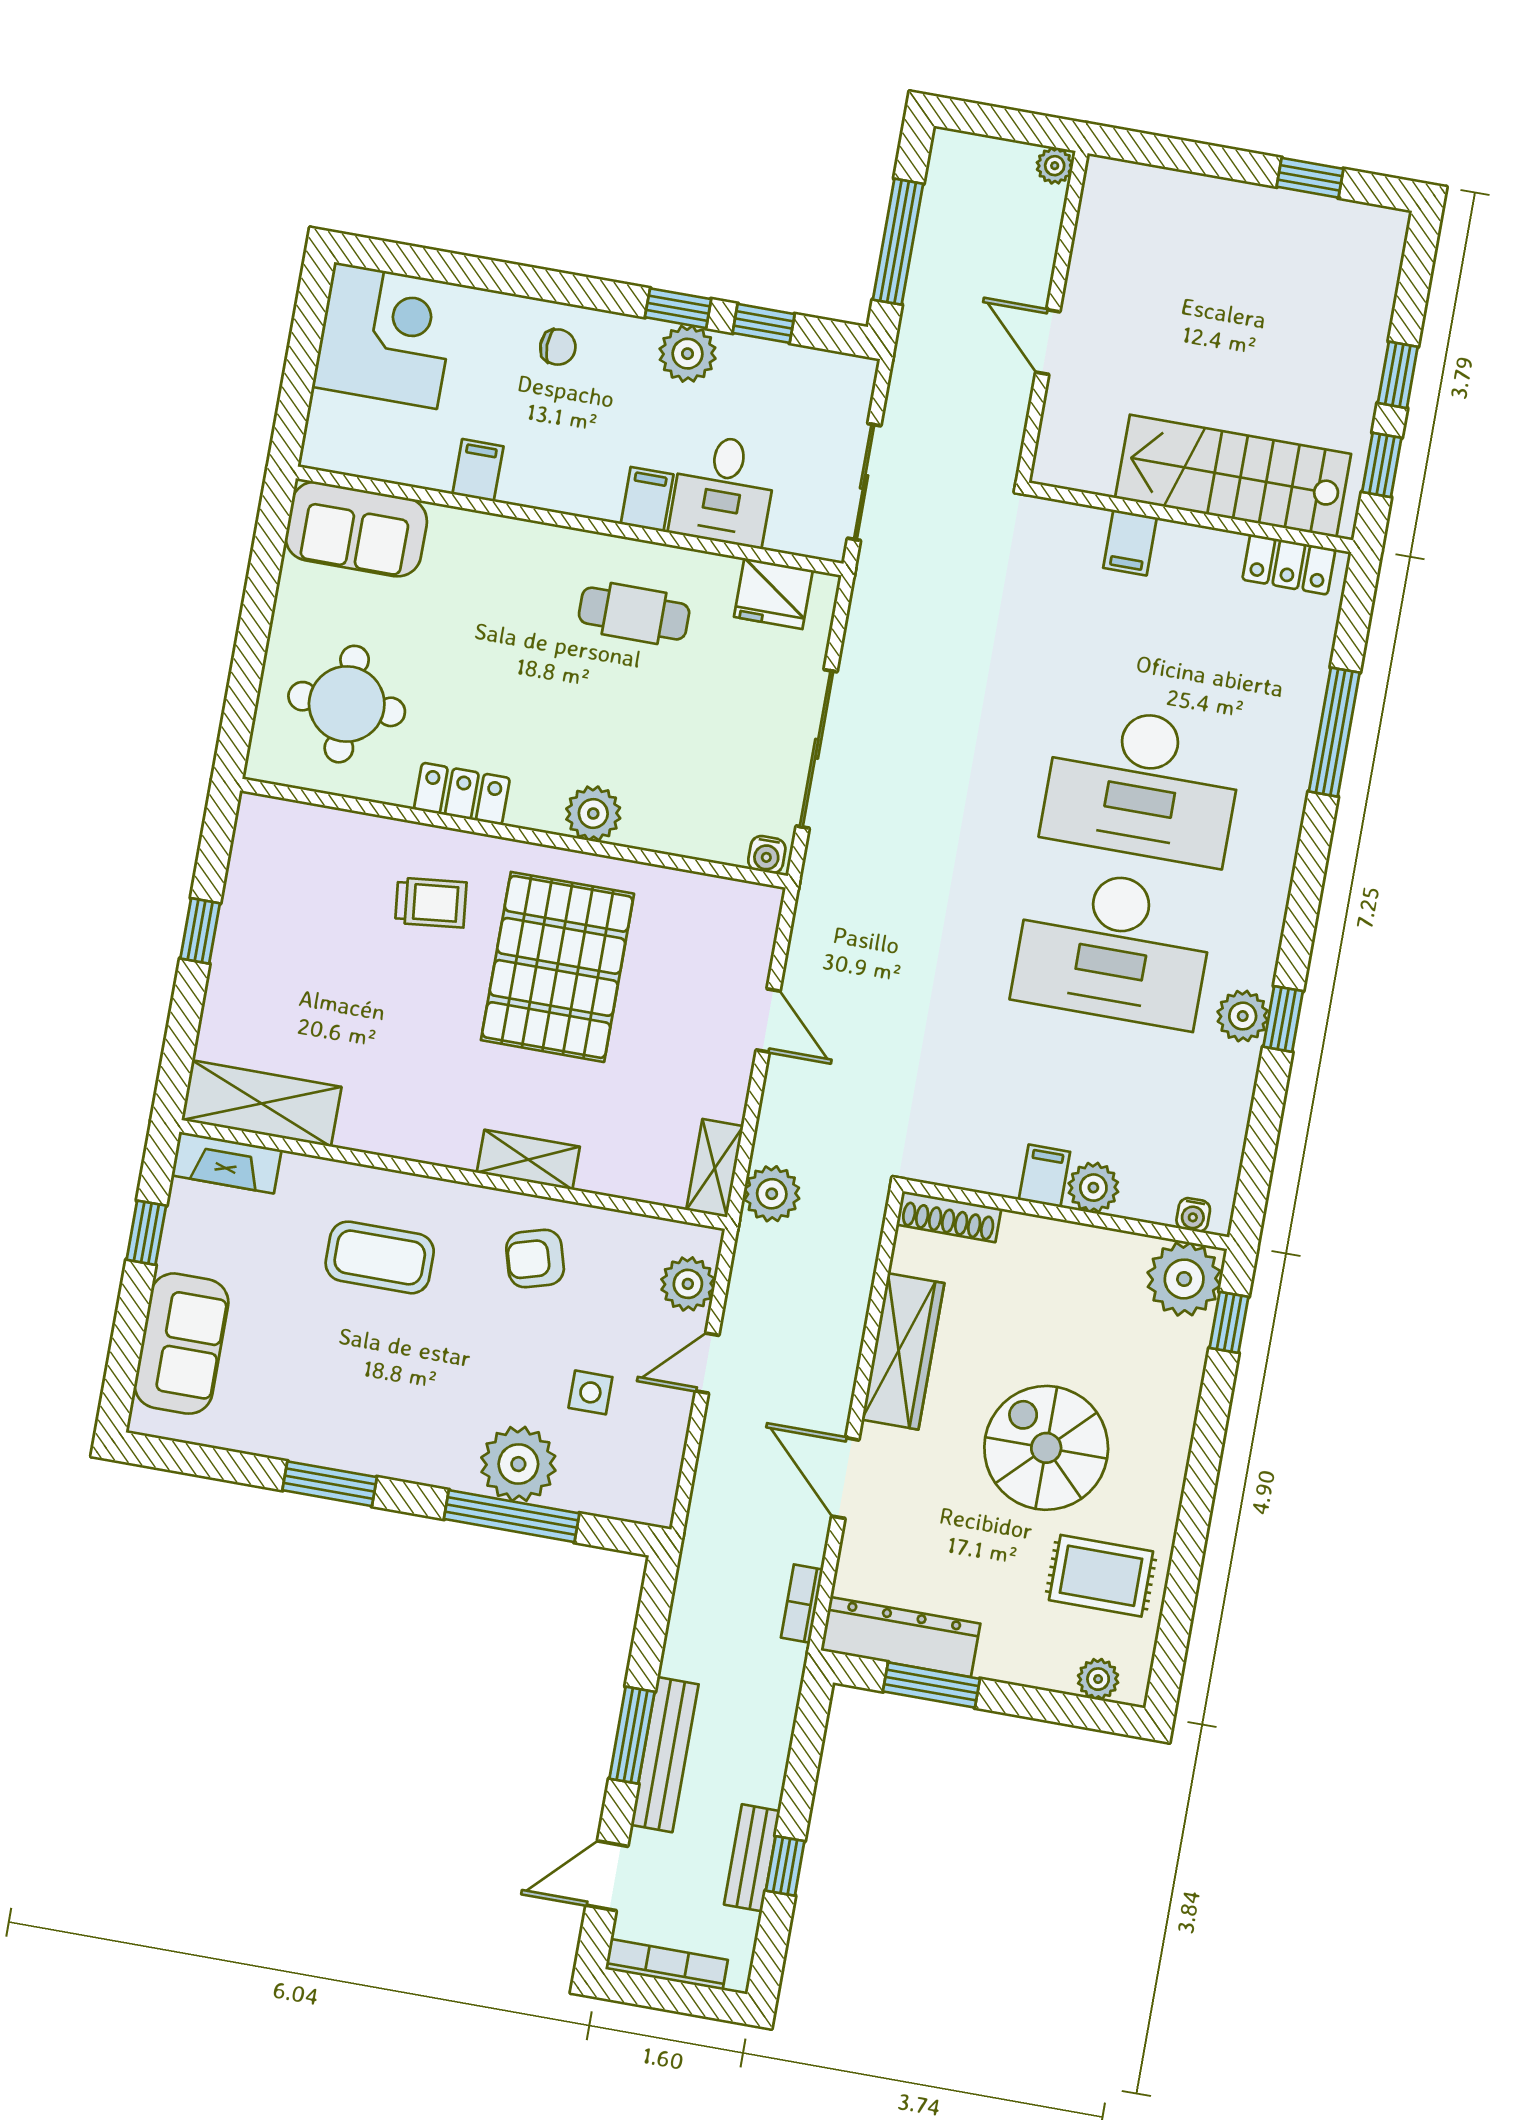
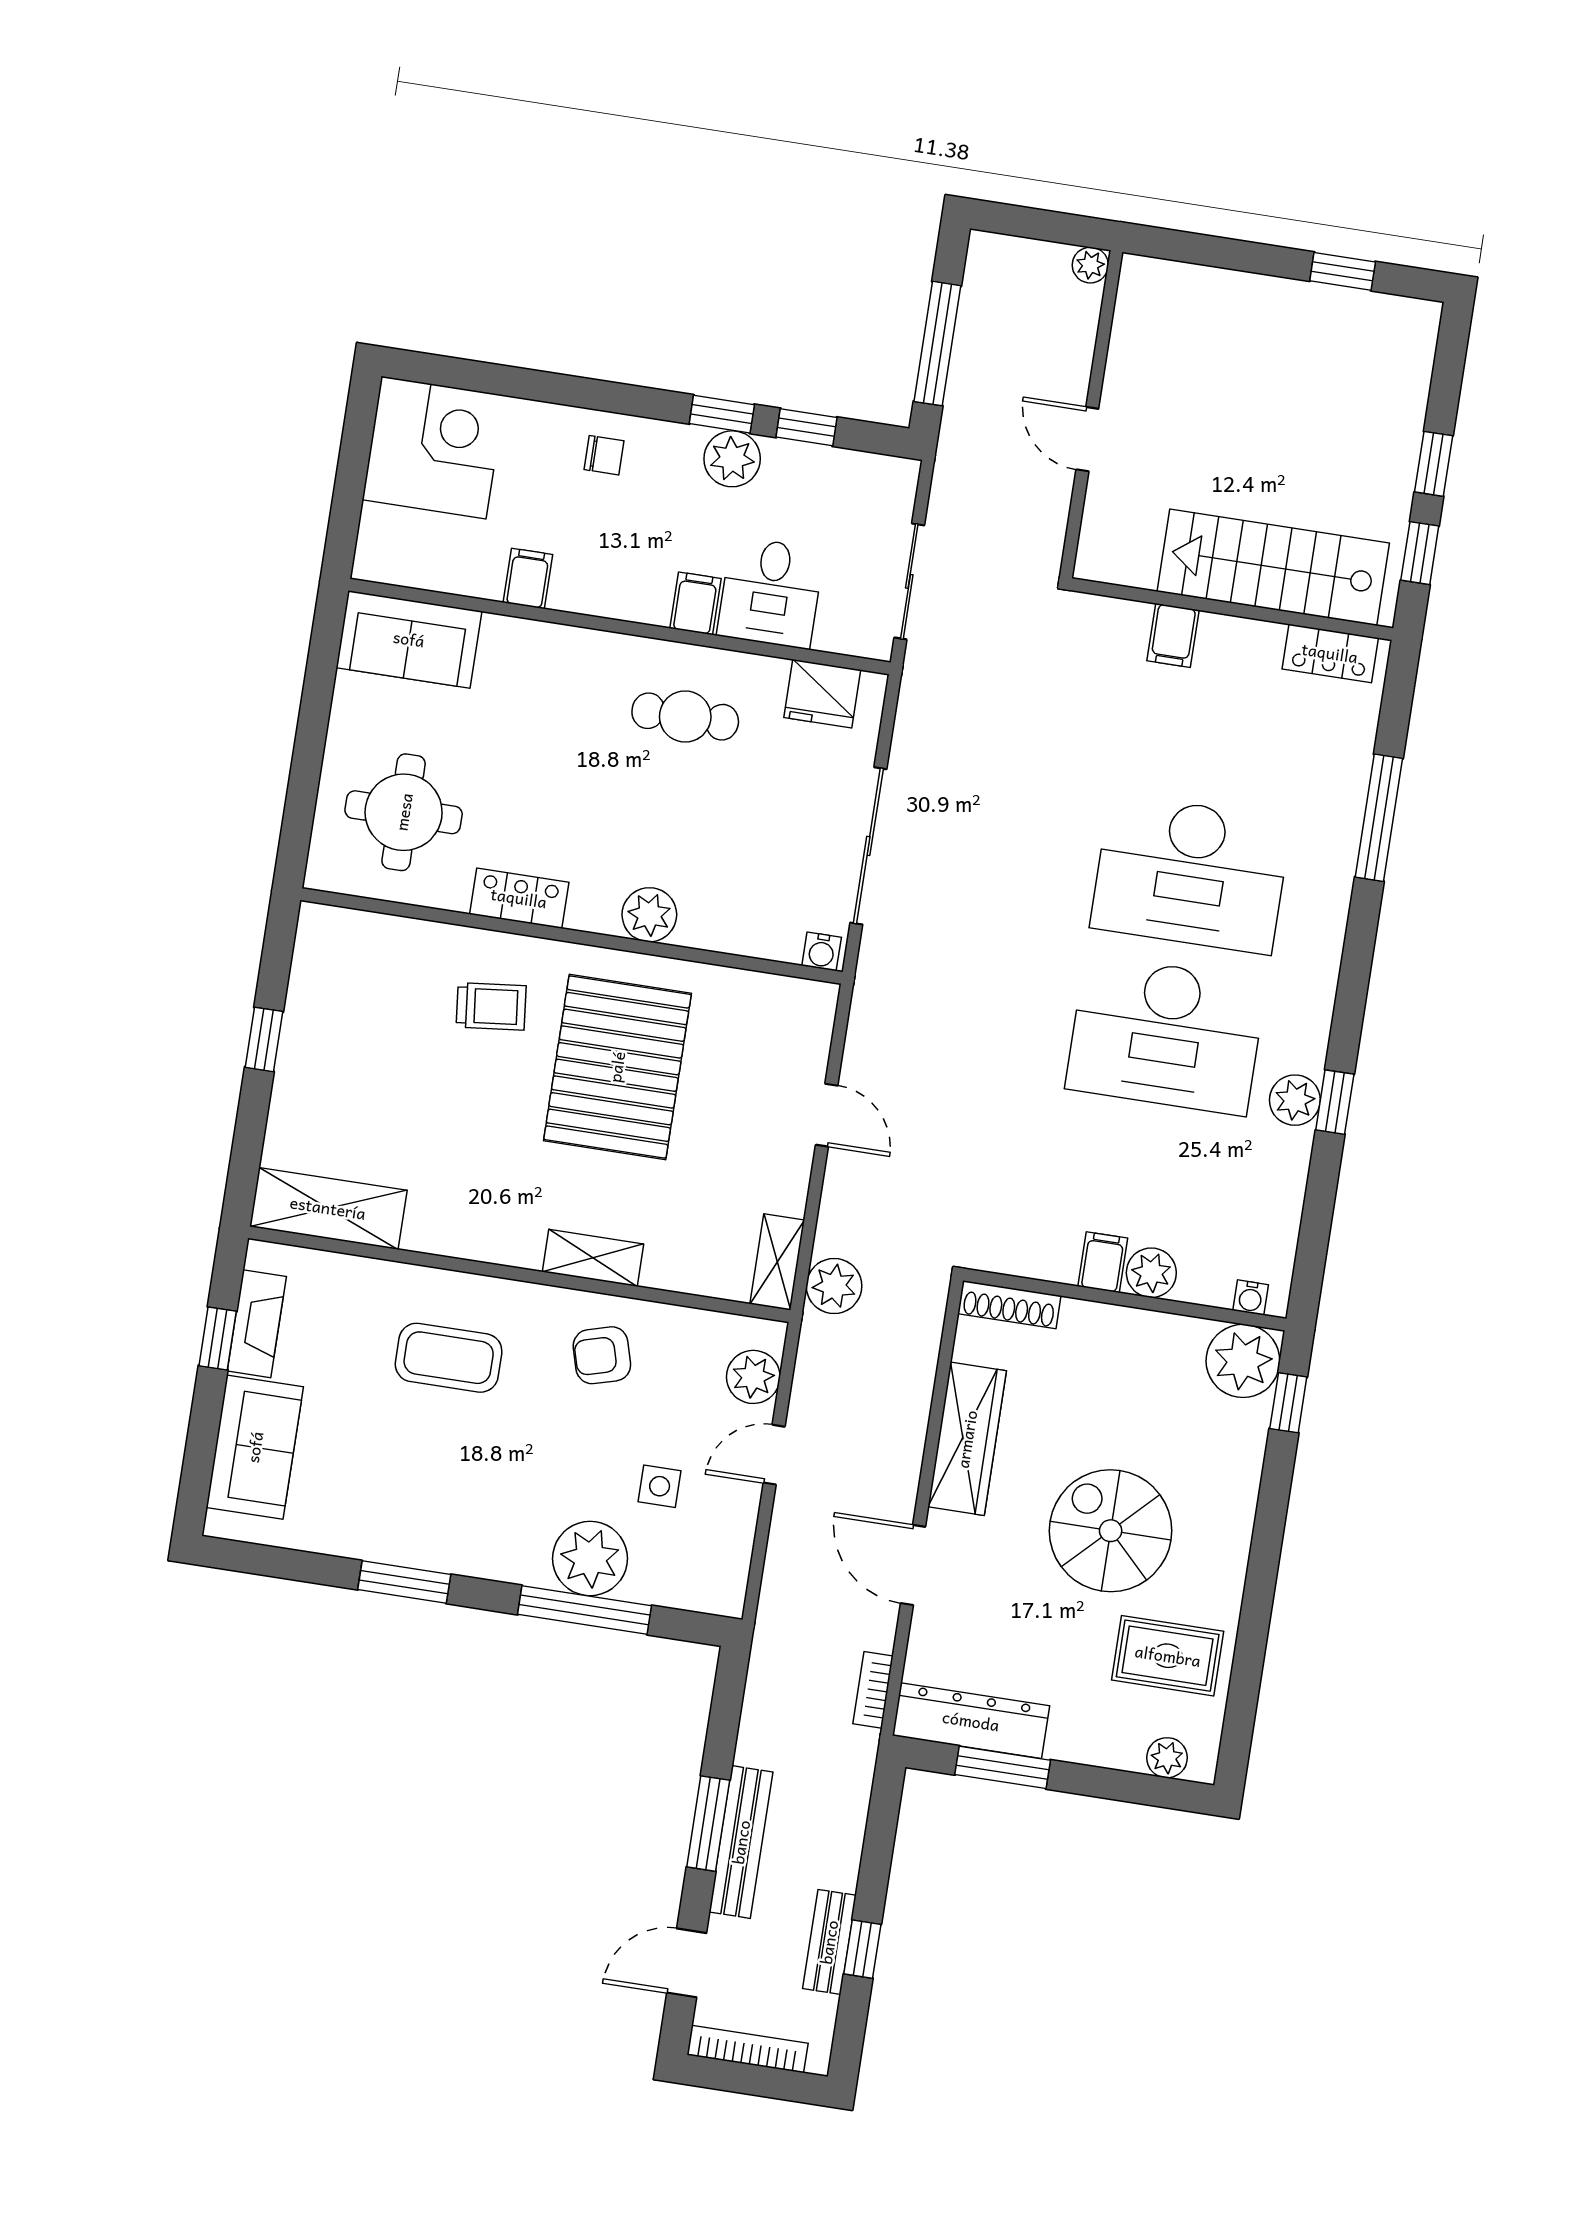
fireplace: (227, 1163) -> (257, 1324), moved, turned -90

